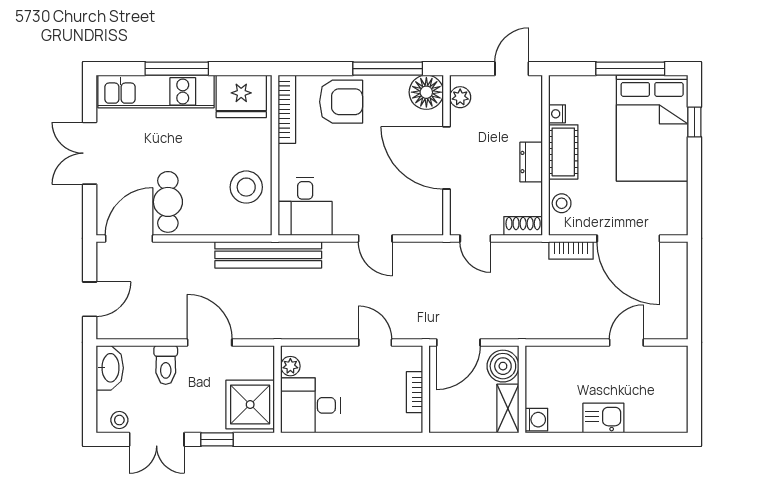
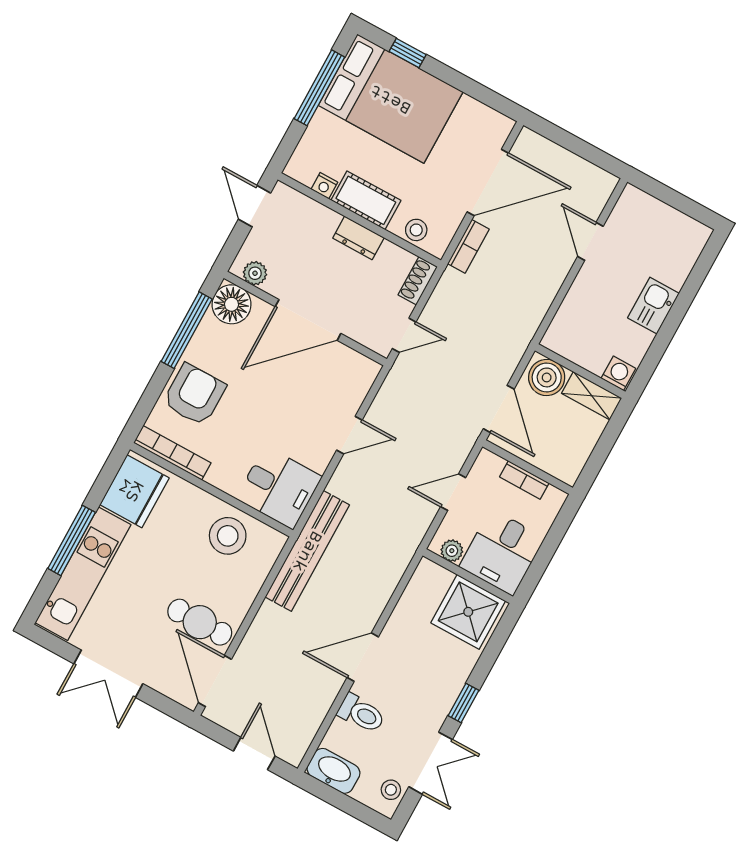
plant: (290, 366) -> (452, 551), moved
wall: (278, 389) -> (468, 576), moved
shower: (250, 405) -> (468, 612), moved
desk: (310, 405) -> (502, 552), moved

